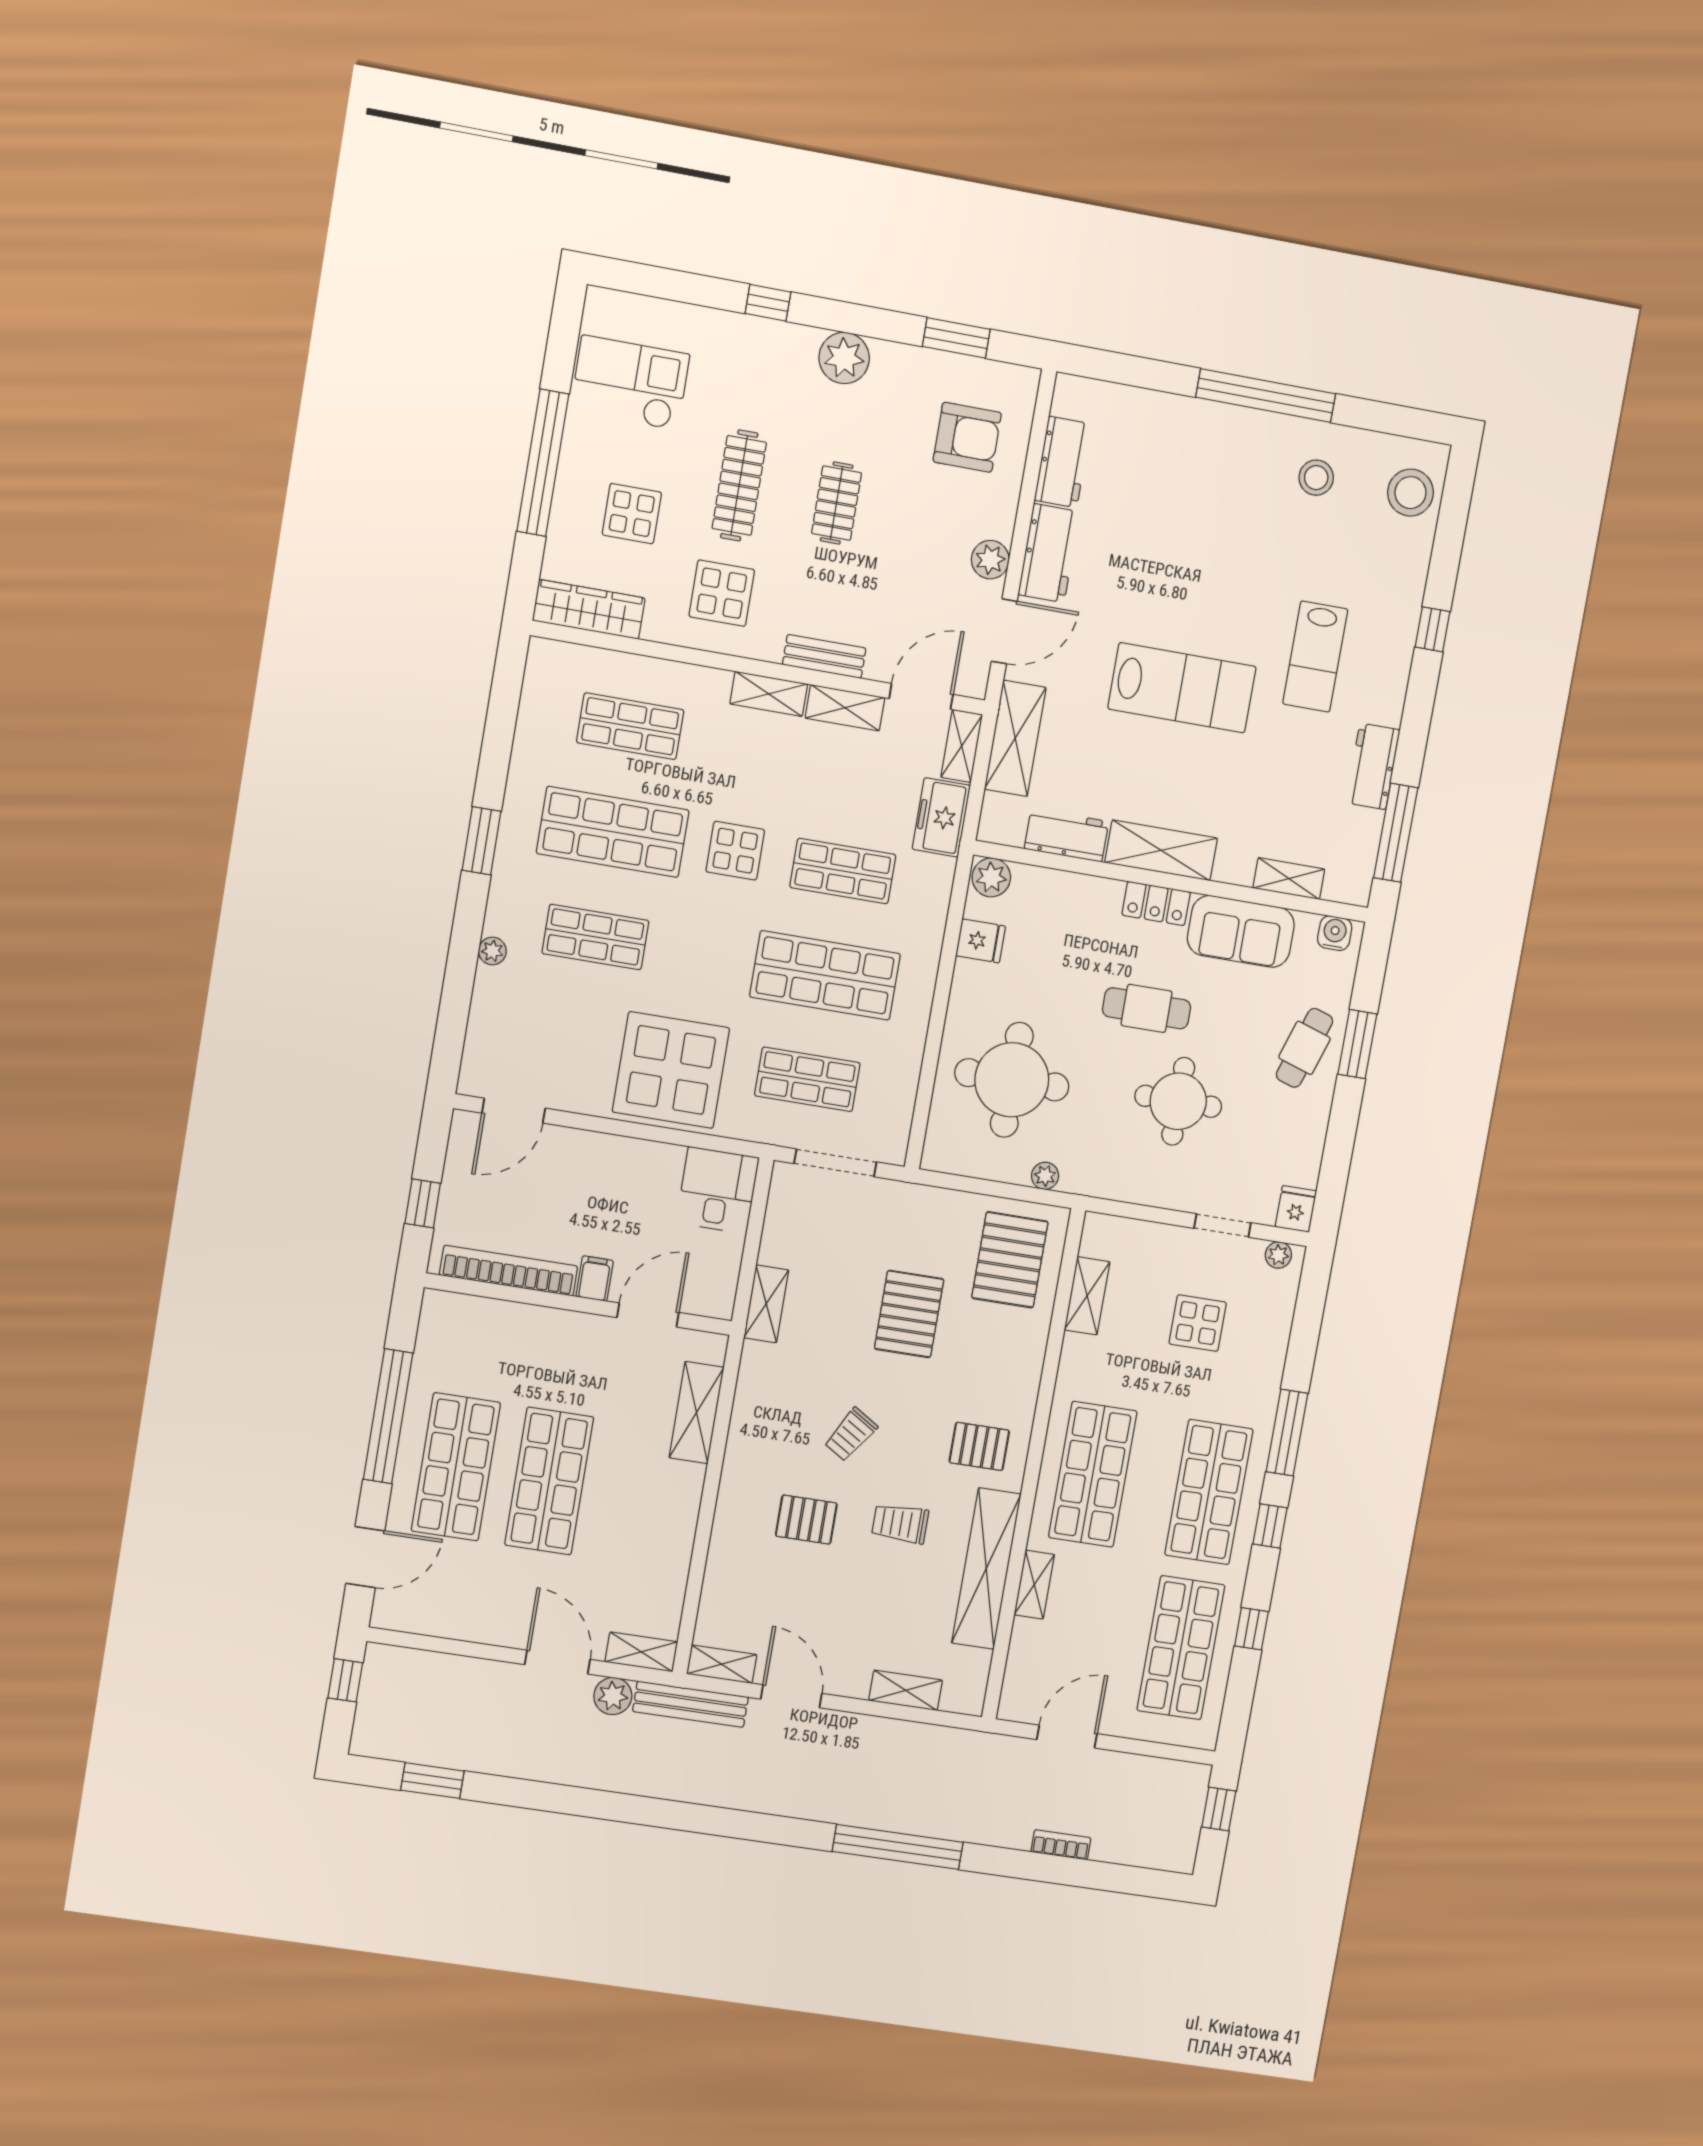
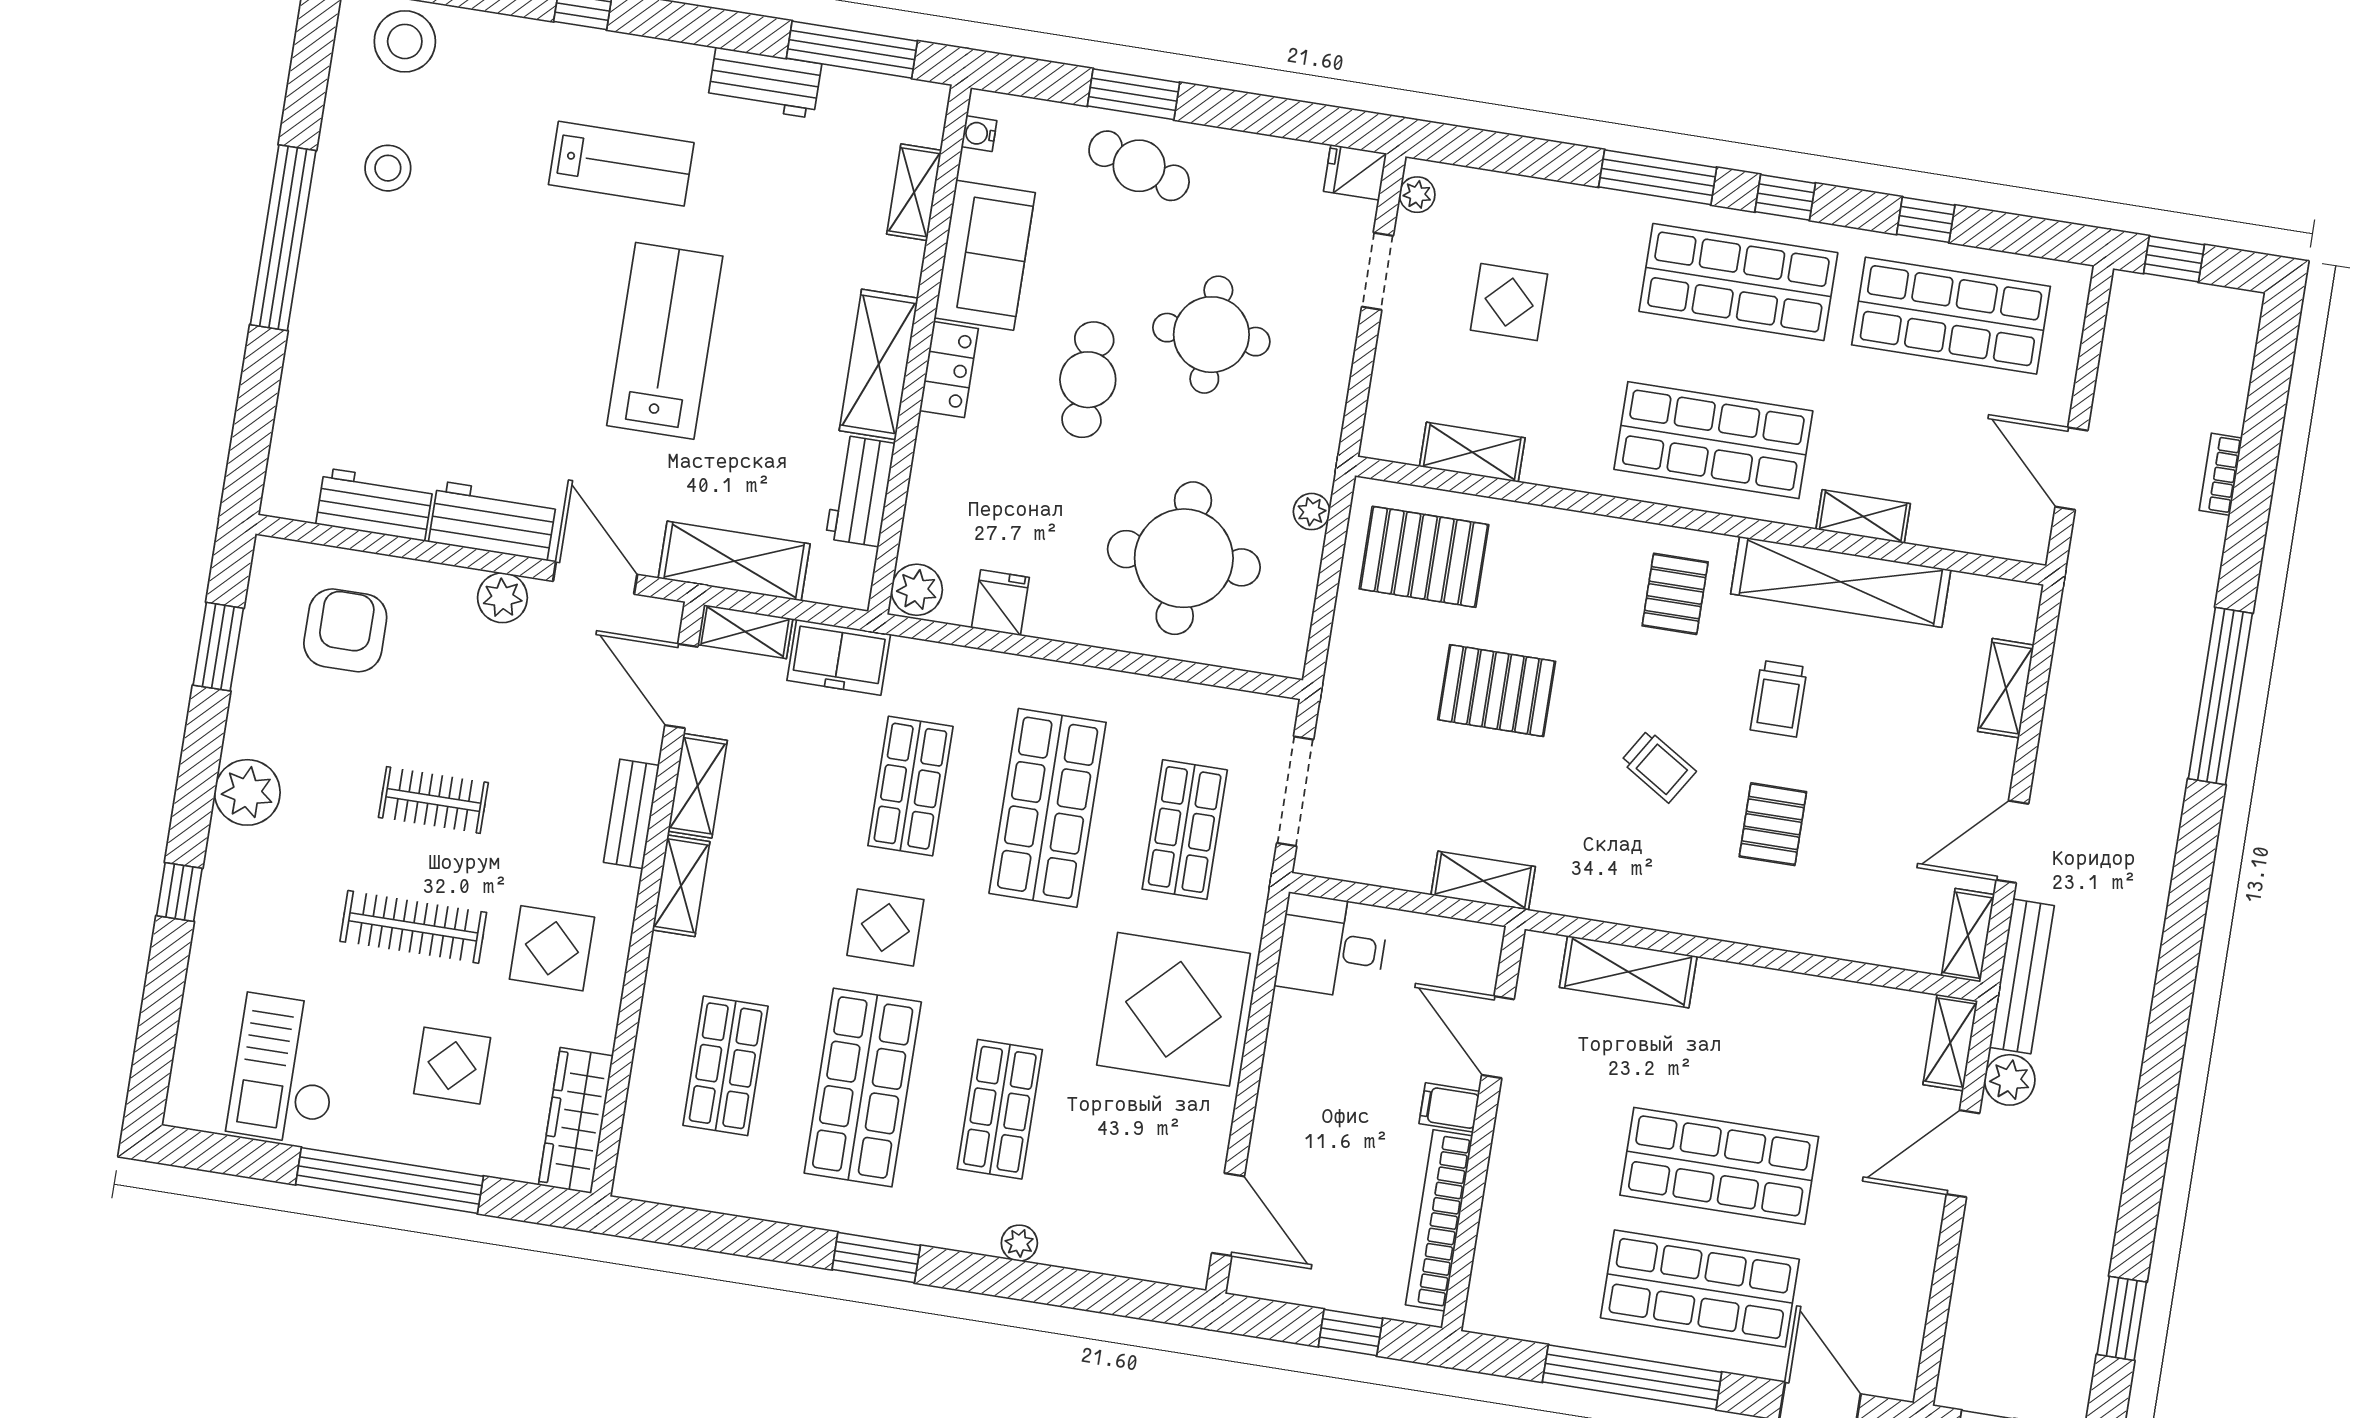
water cooler: (1335, 933) -> (979, 134), width x0.72, depth x0.72

